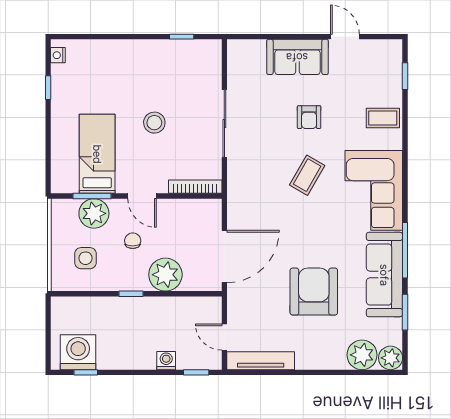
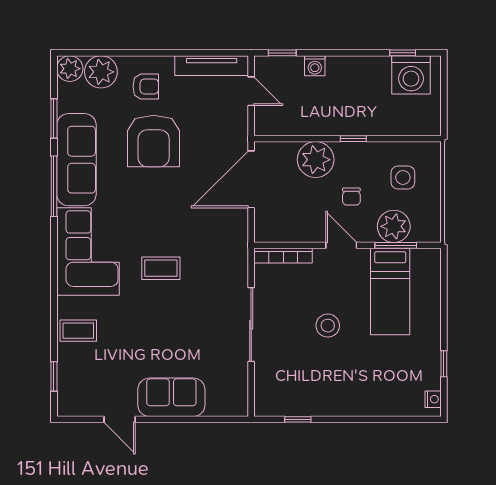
armchair: (309, 117) -> (146, 86), moved, turned 90
coffee table: (307, 175) -> (161, 268), turned 60

